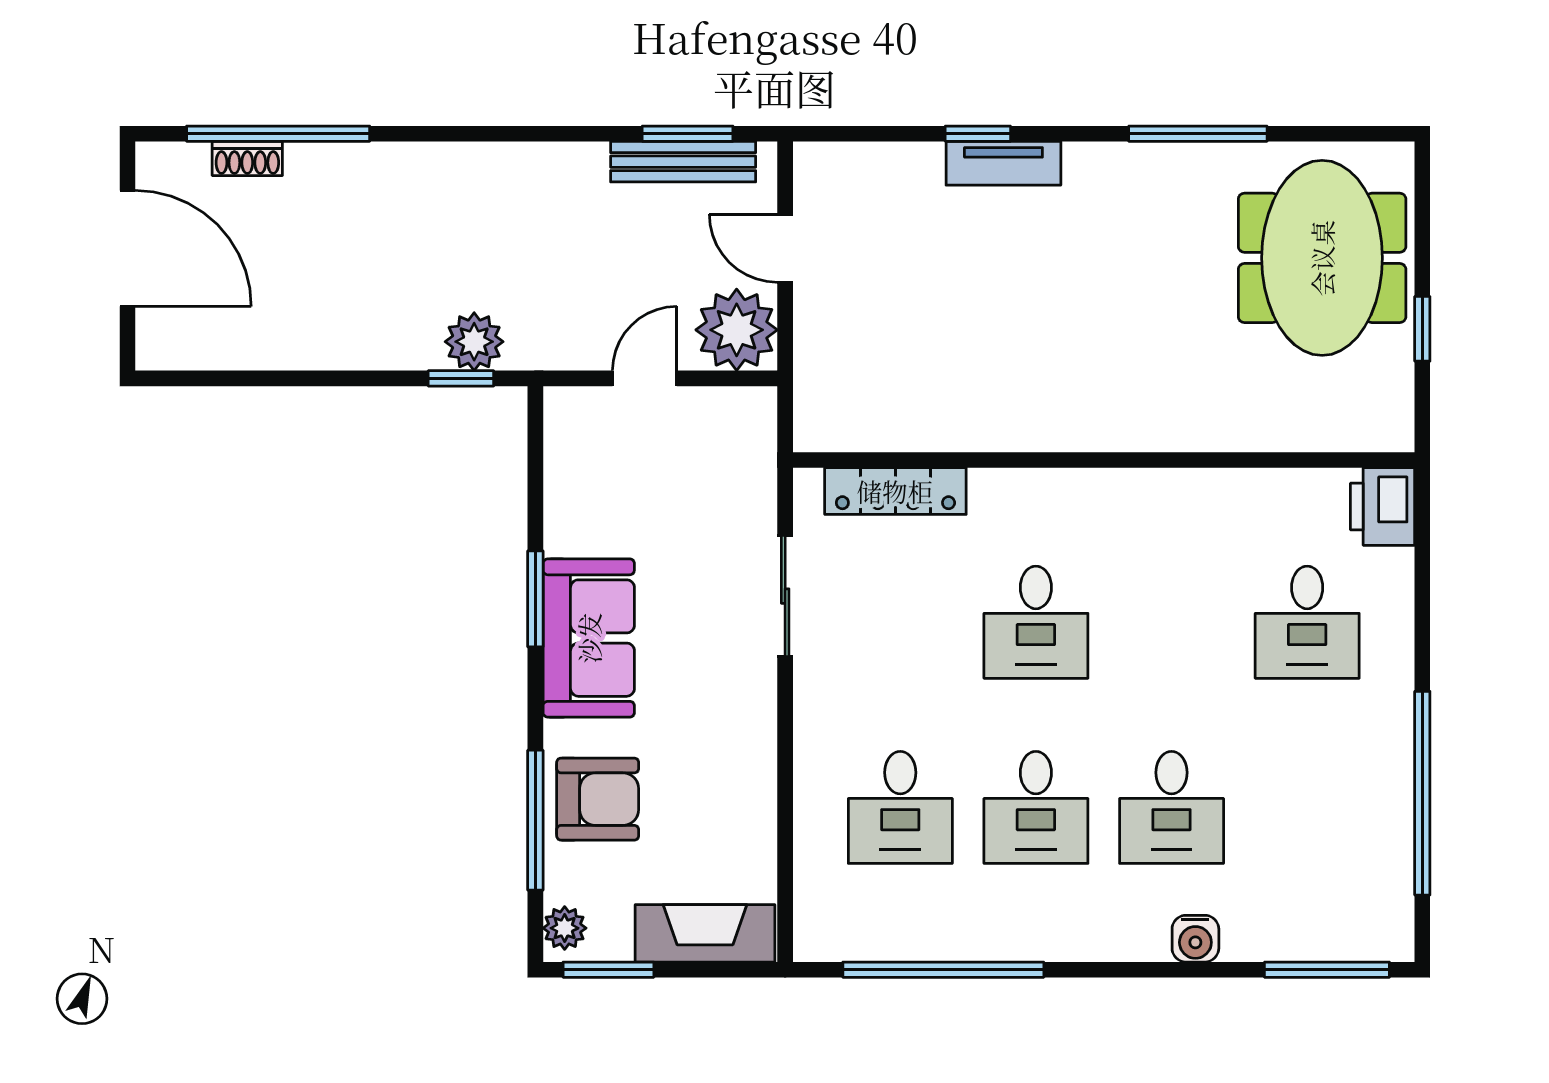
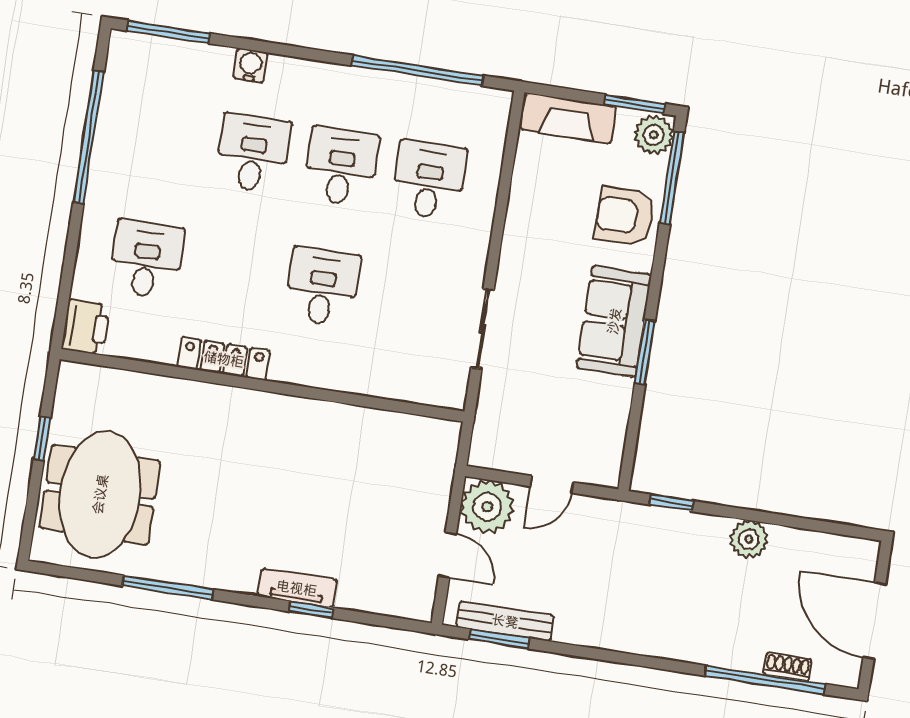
plant: (474, 342) -> (749, 539), moved
locker: (895, 491) -> (224, 359), moved
window: (535, 820) -> (672, 178), moved
plant: (565, 928) -> (654, 135), width x1.38, depth x1.38

